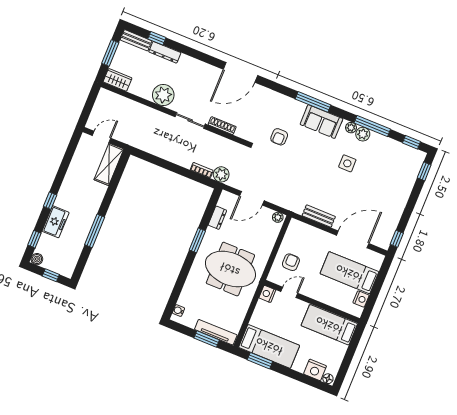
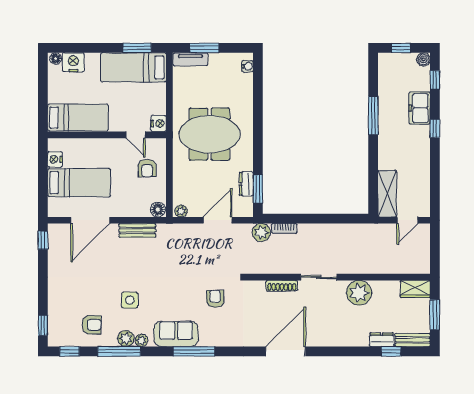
dresser: (165, 52) -> (382, 340), width x0.70
armchair: (386, 156) -> (92, 325), added
floor lamp: (296, 226) -> (158, 210), added
window: (197, 240) -> (258, 189), moved
door: (289, 292) -> (135, 135), hinge flipped
tv unit: (216, 332) -> (190, 59), width x0.71

